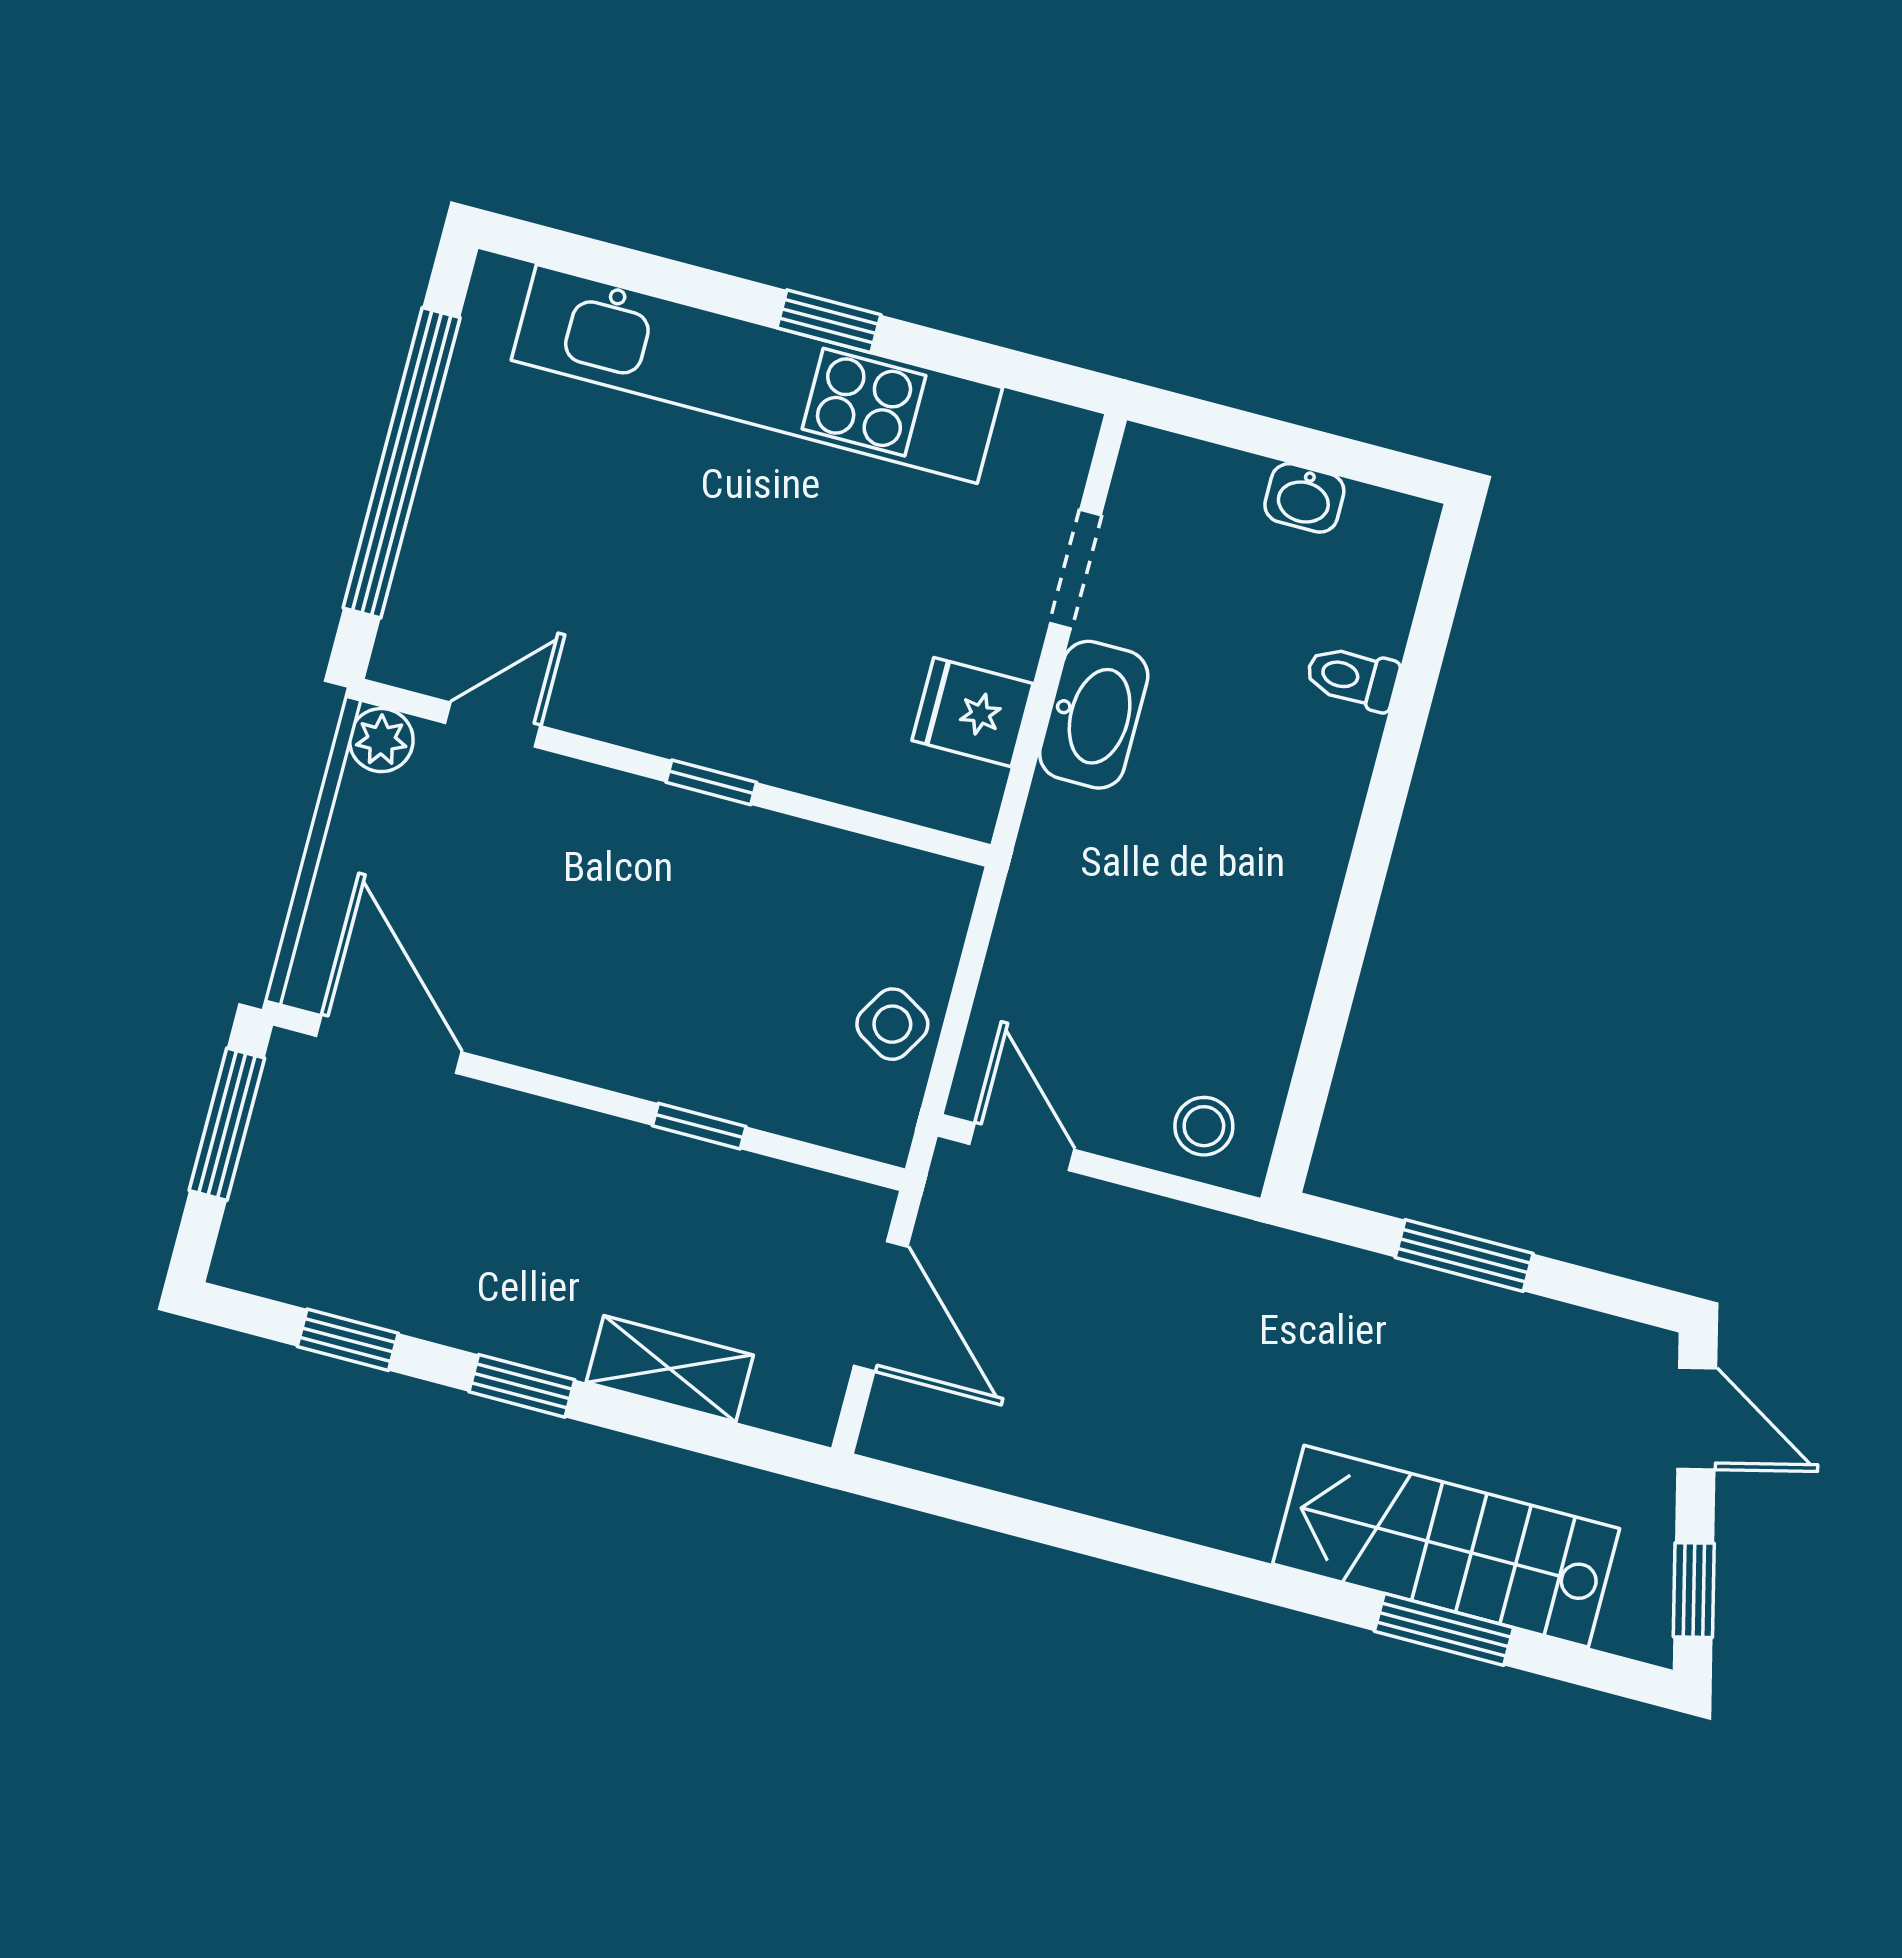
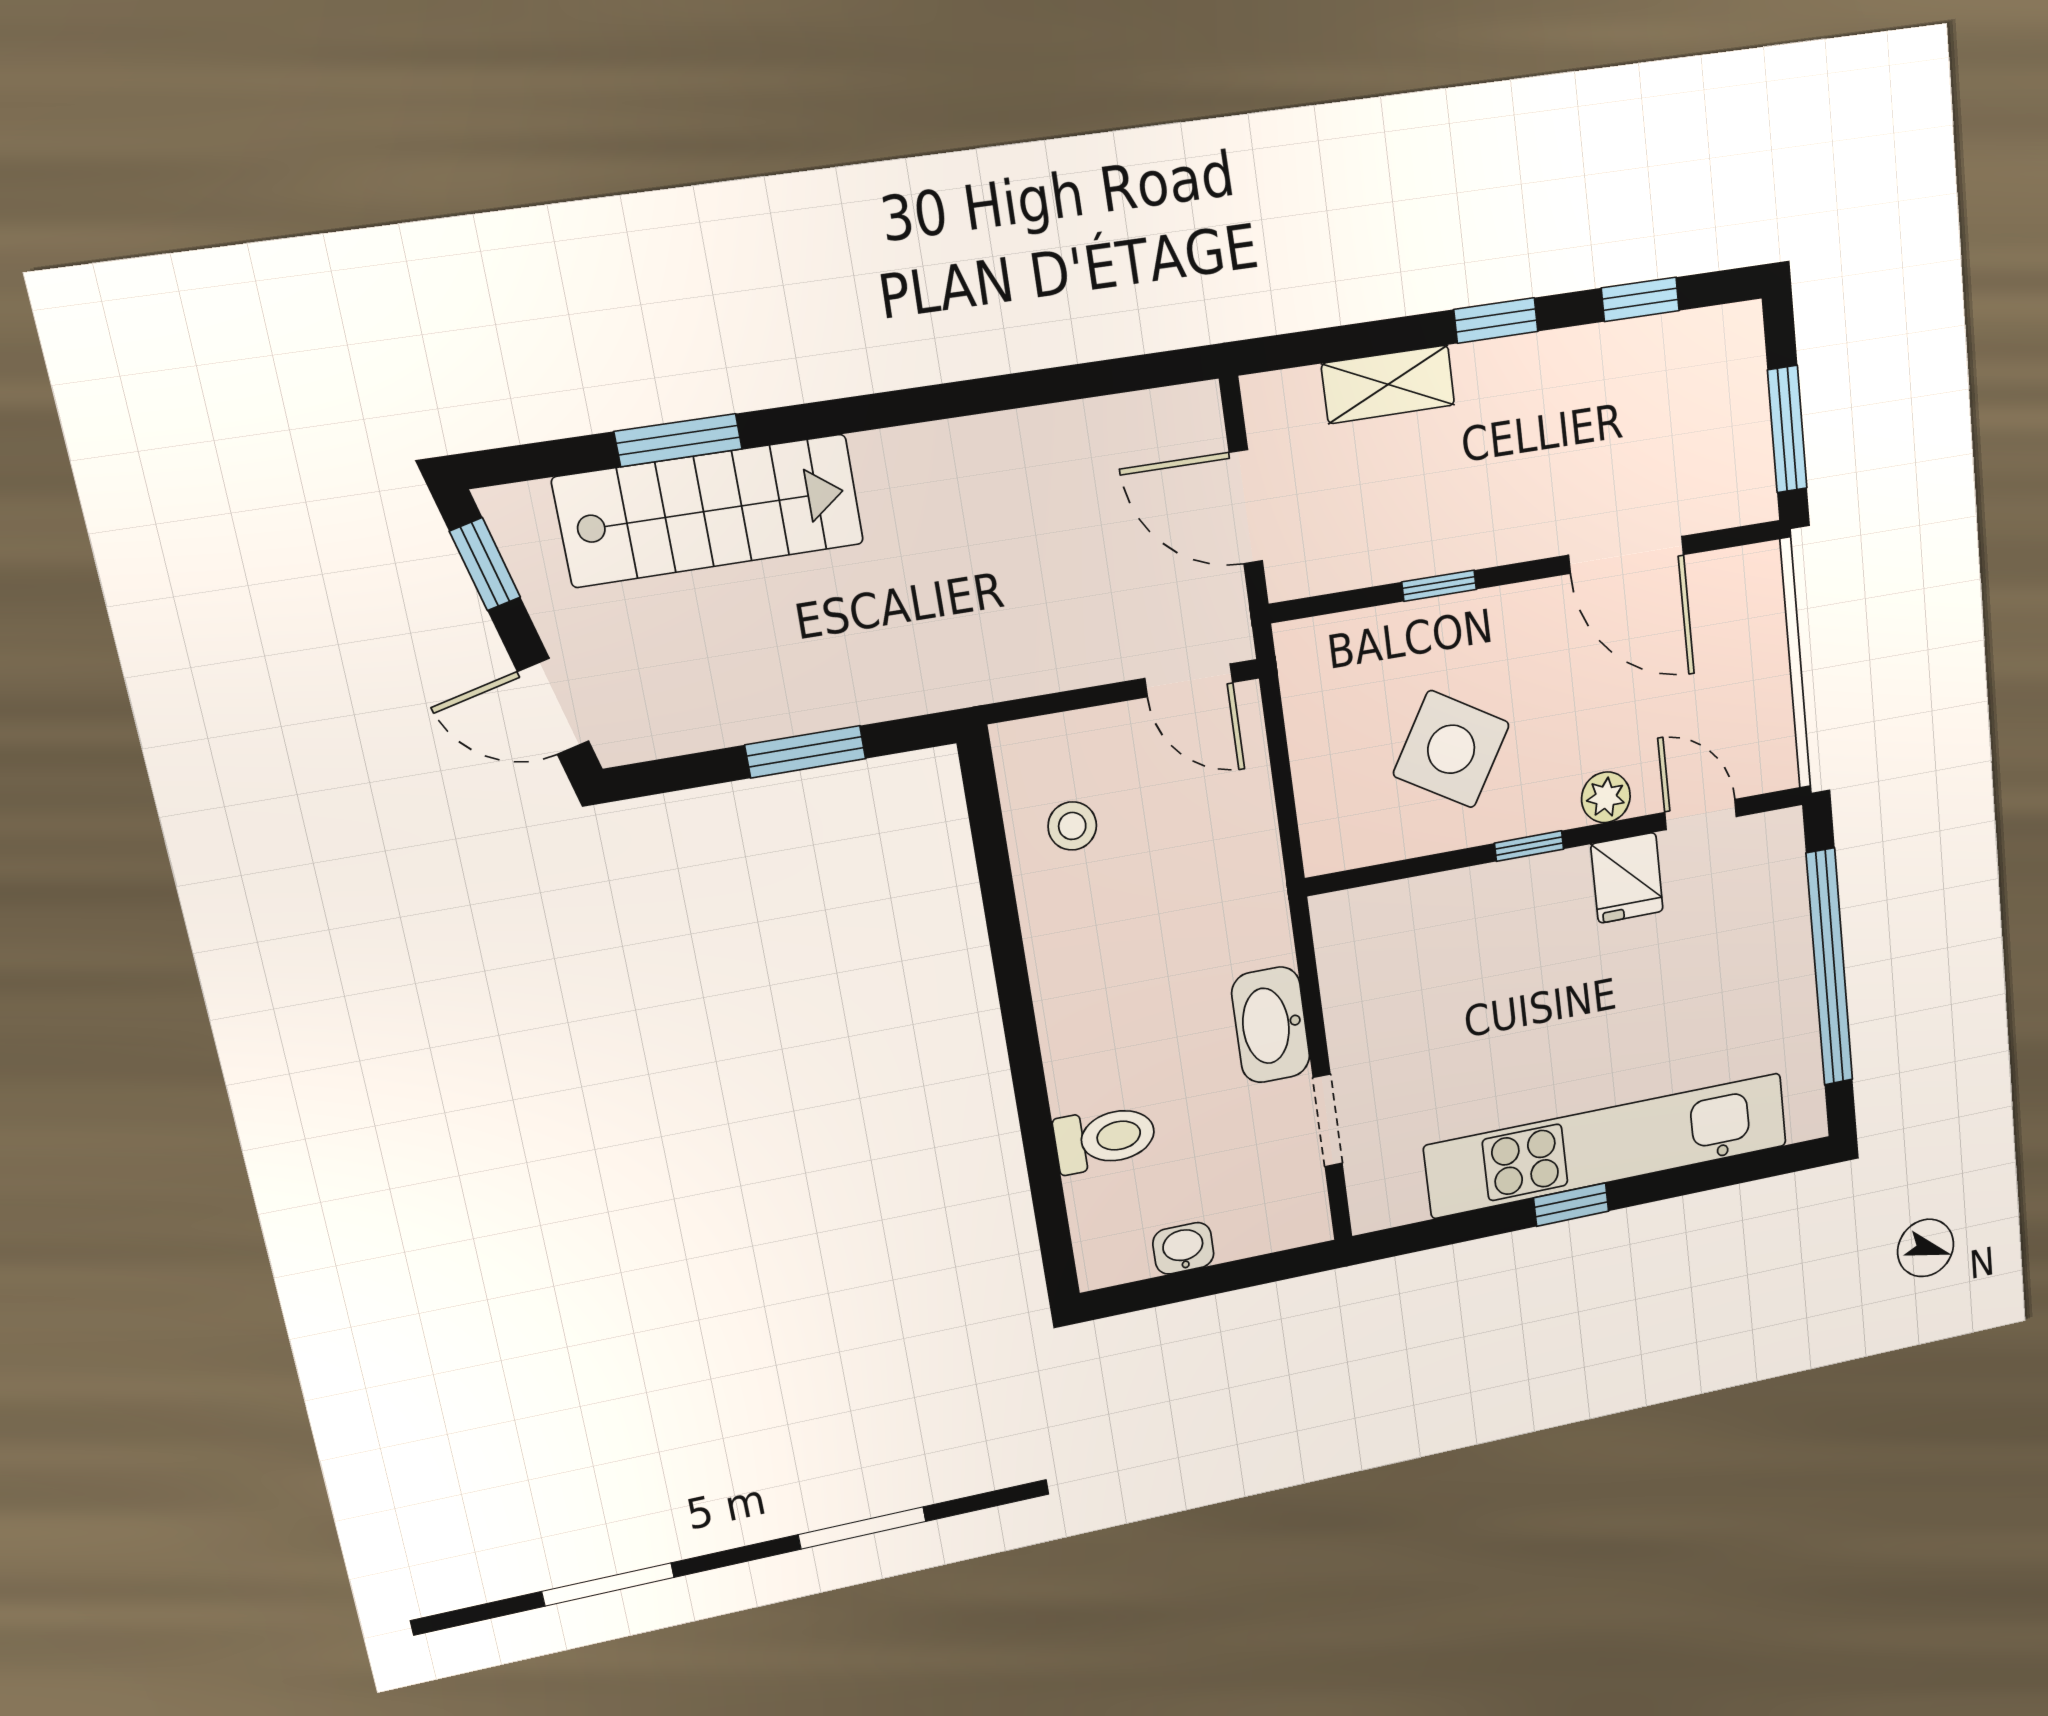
toilet: (1352, 677) -> (1105, 1138), width x1.37, depth x1.39
fridge: (972, 712) -> (1627, 878), moved, turned 90
door: (493, 725) -> (1701, 814), swing flipped
plant: (381, 740) -> (1606, 797), moved
side table: (892, 1024) -> (1451, 749), moved, width x1.87, depth x1.87
door: (389, 1044) -> (1626, 555), moved
stool: (1204, 1126) -> (1072, 826), moved

